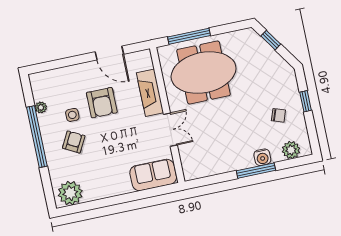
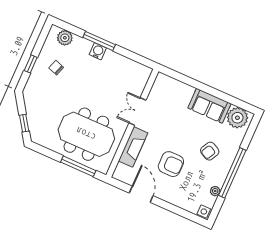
armchair: (102, 103) -> (171, 164), turned 90
side table: (72, 115) -> (204, 212), moved
water cooler: (262, 157) -> (98, 51), moved
sofa: (153, 175) -> (209, 106), moved

